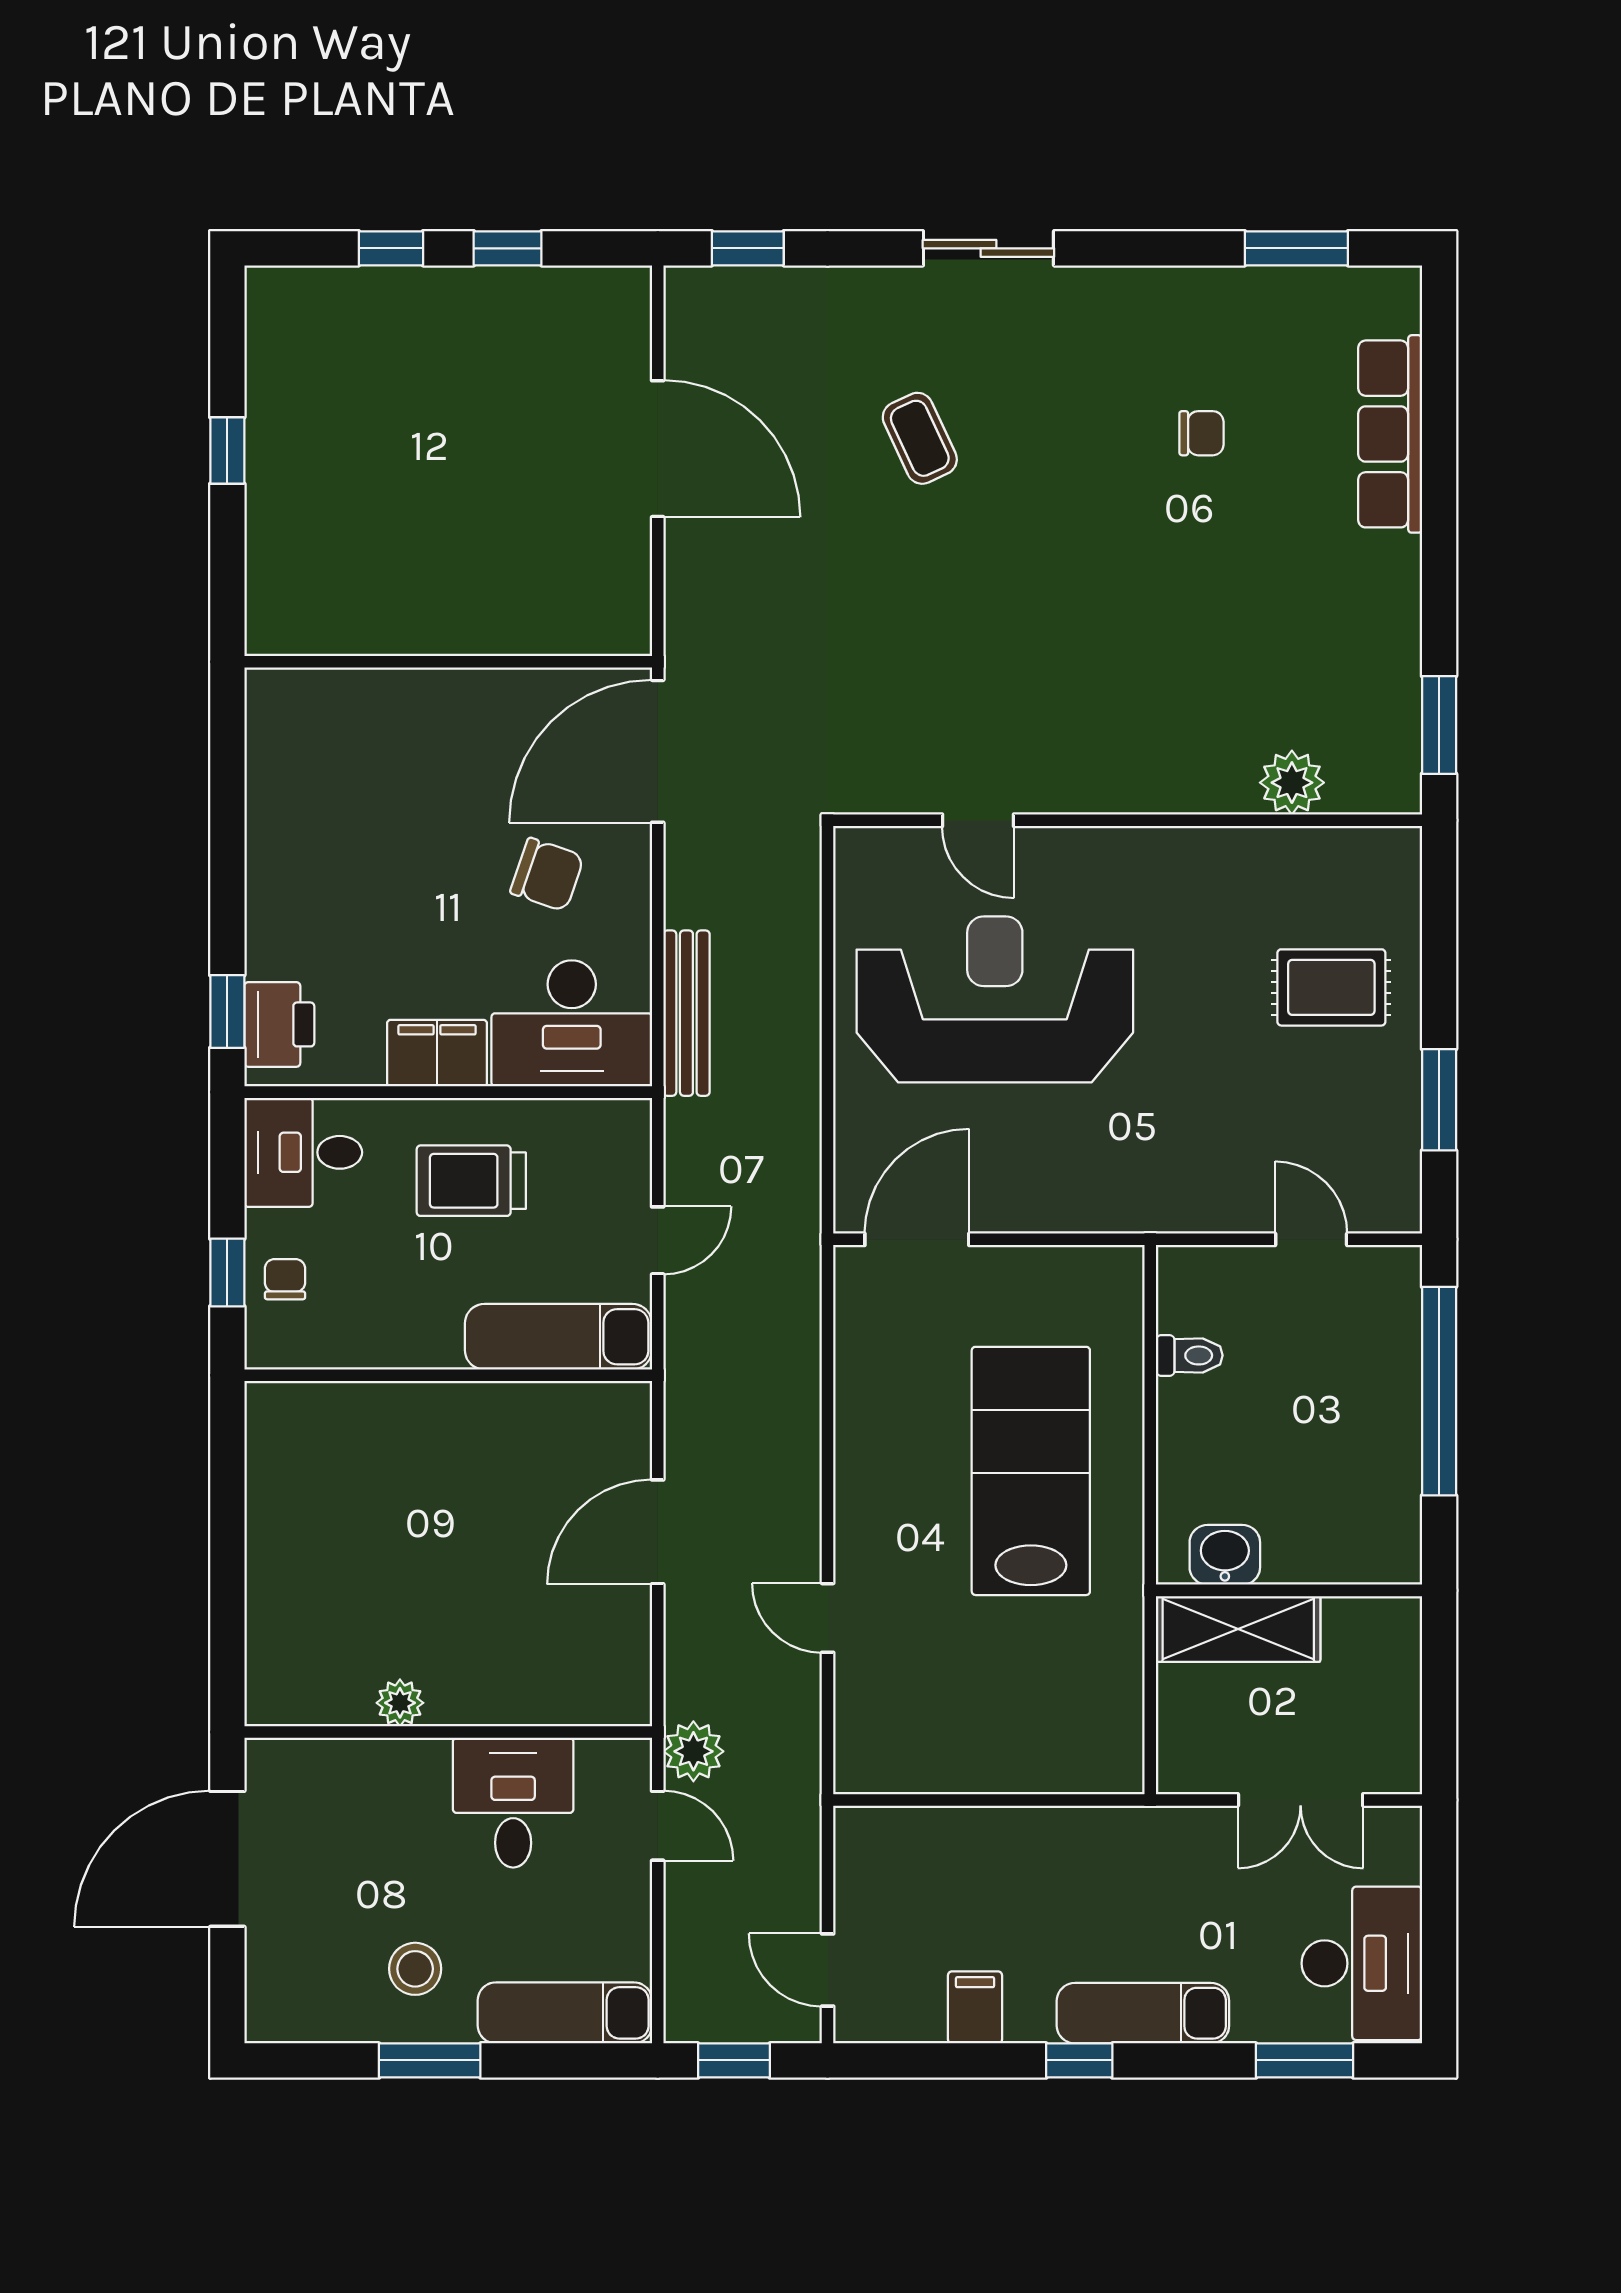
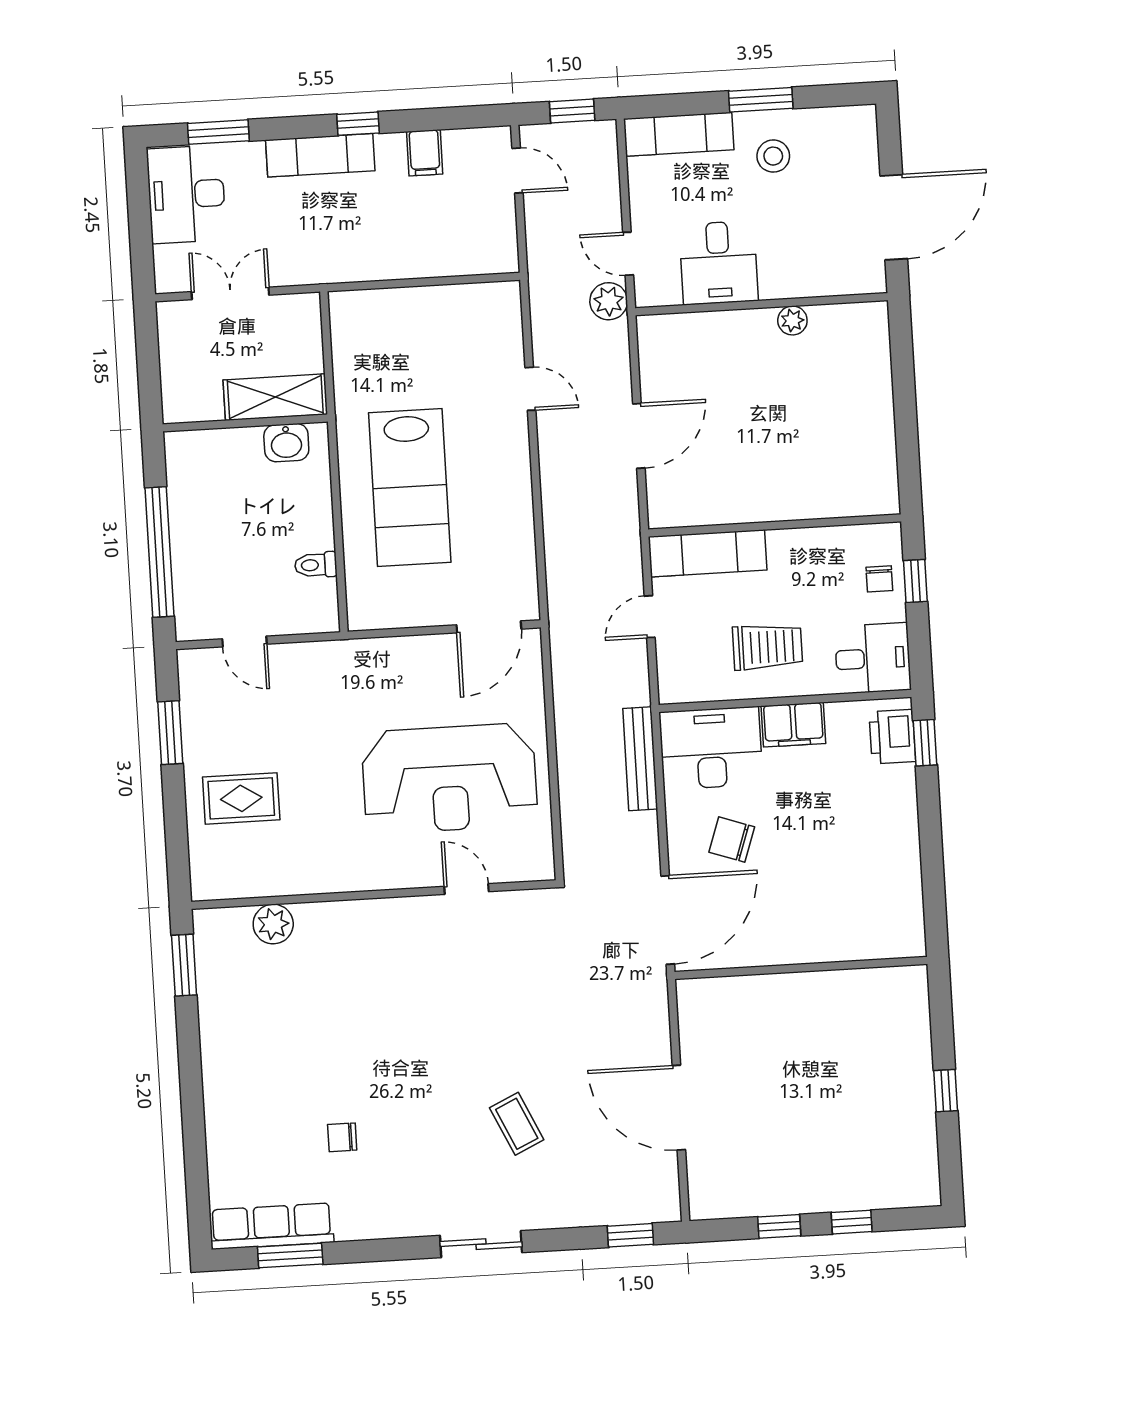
row of seats: (1390, 434) -> (272, 1226), moved, turned -90

